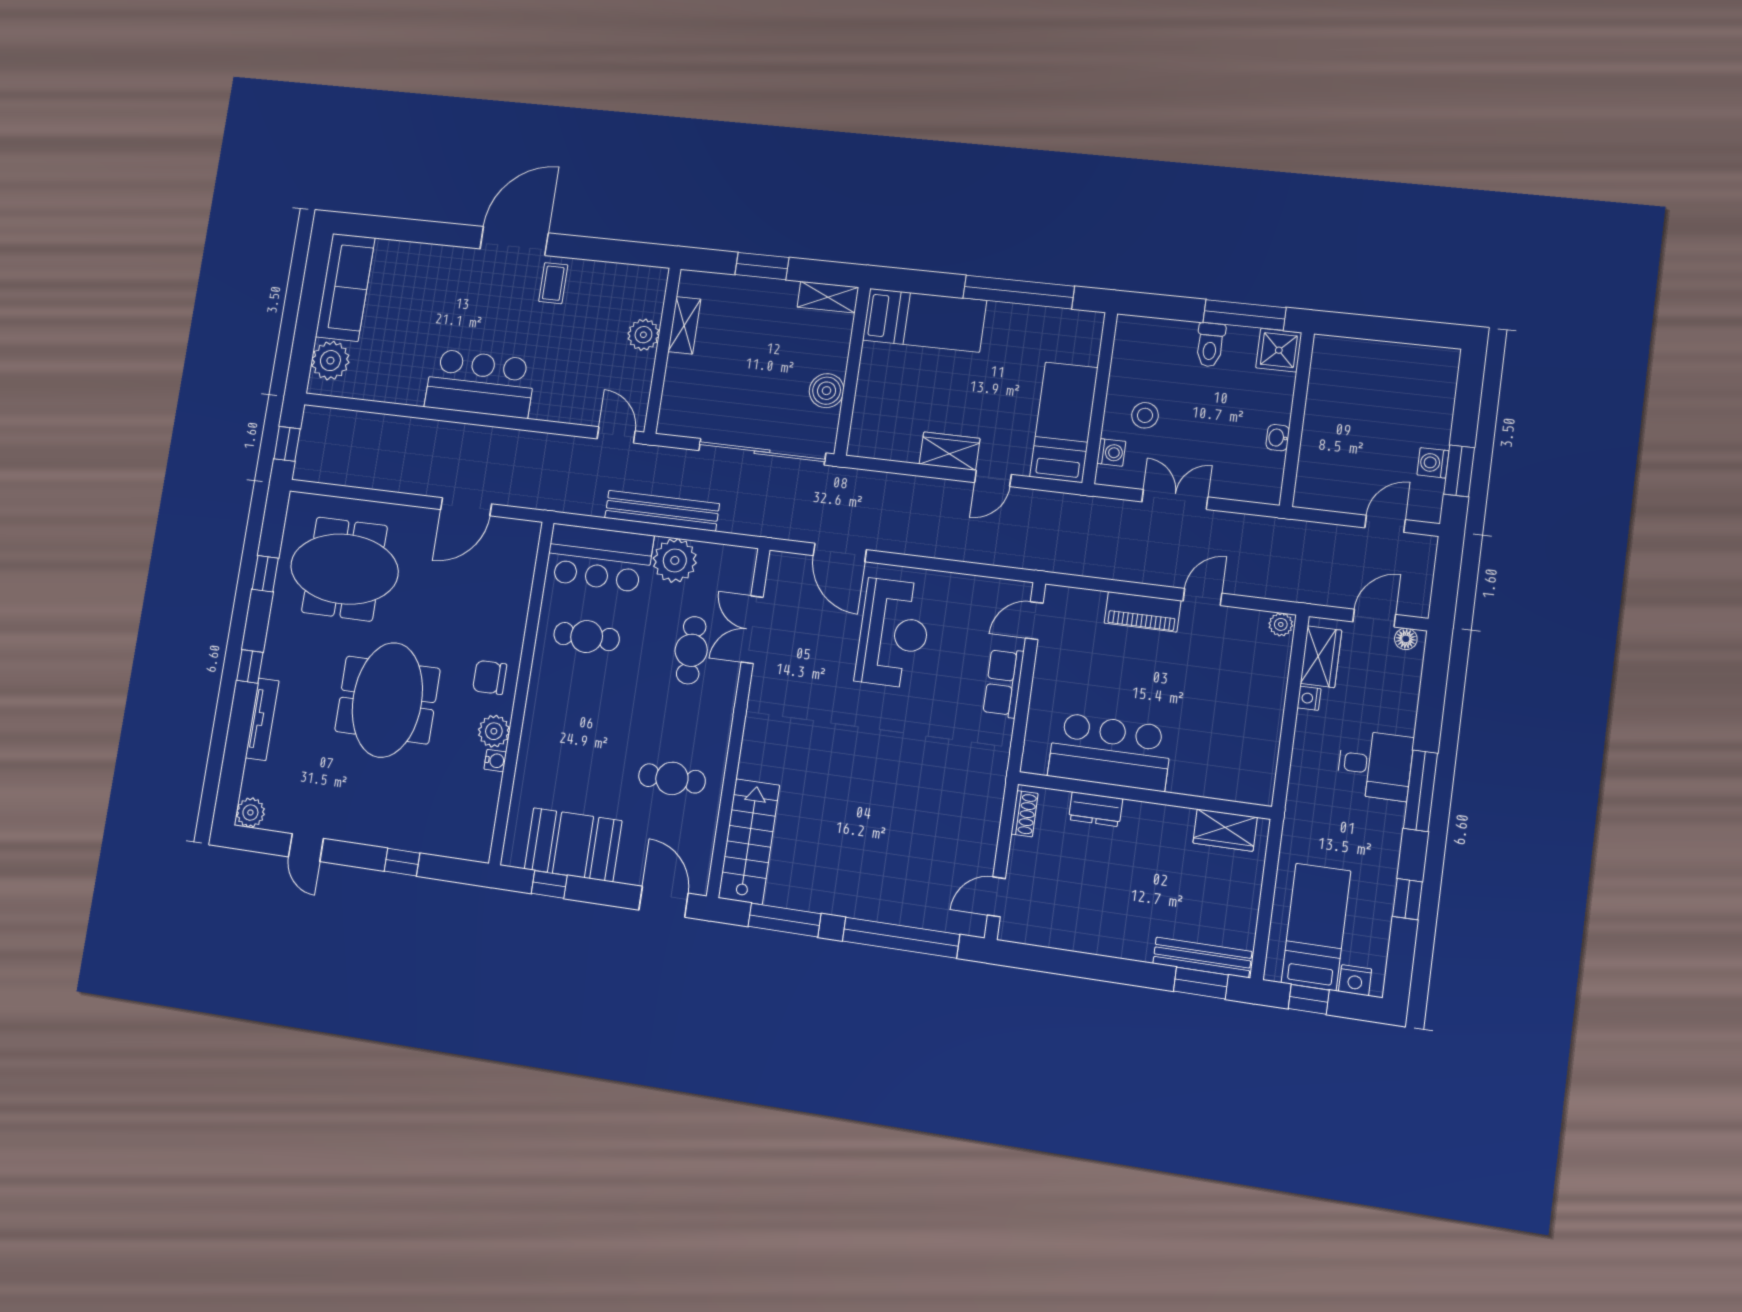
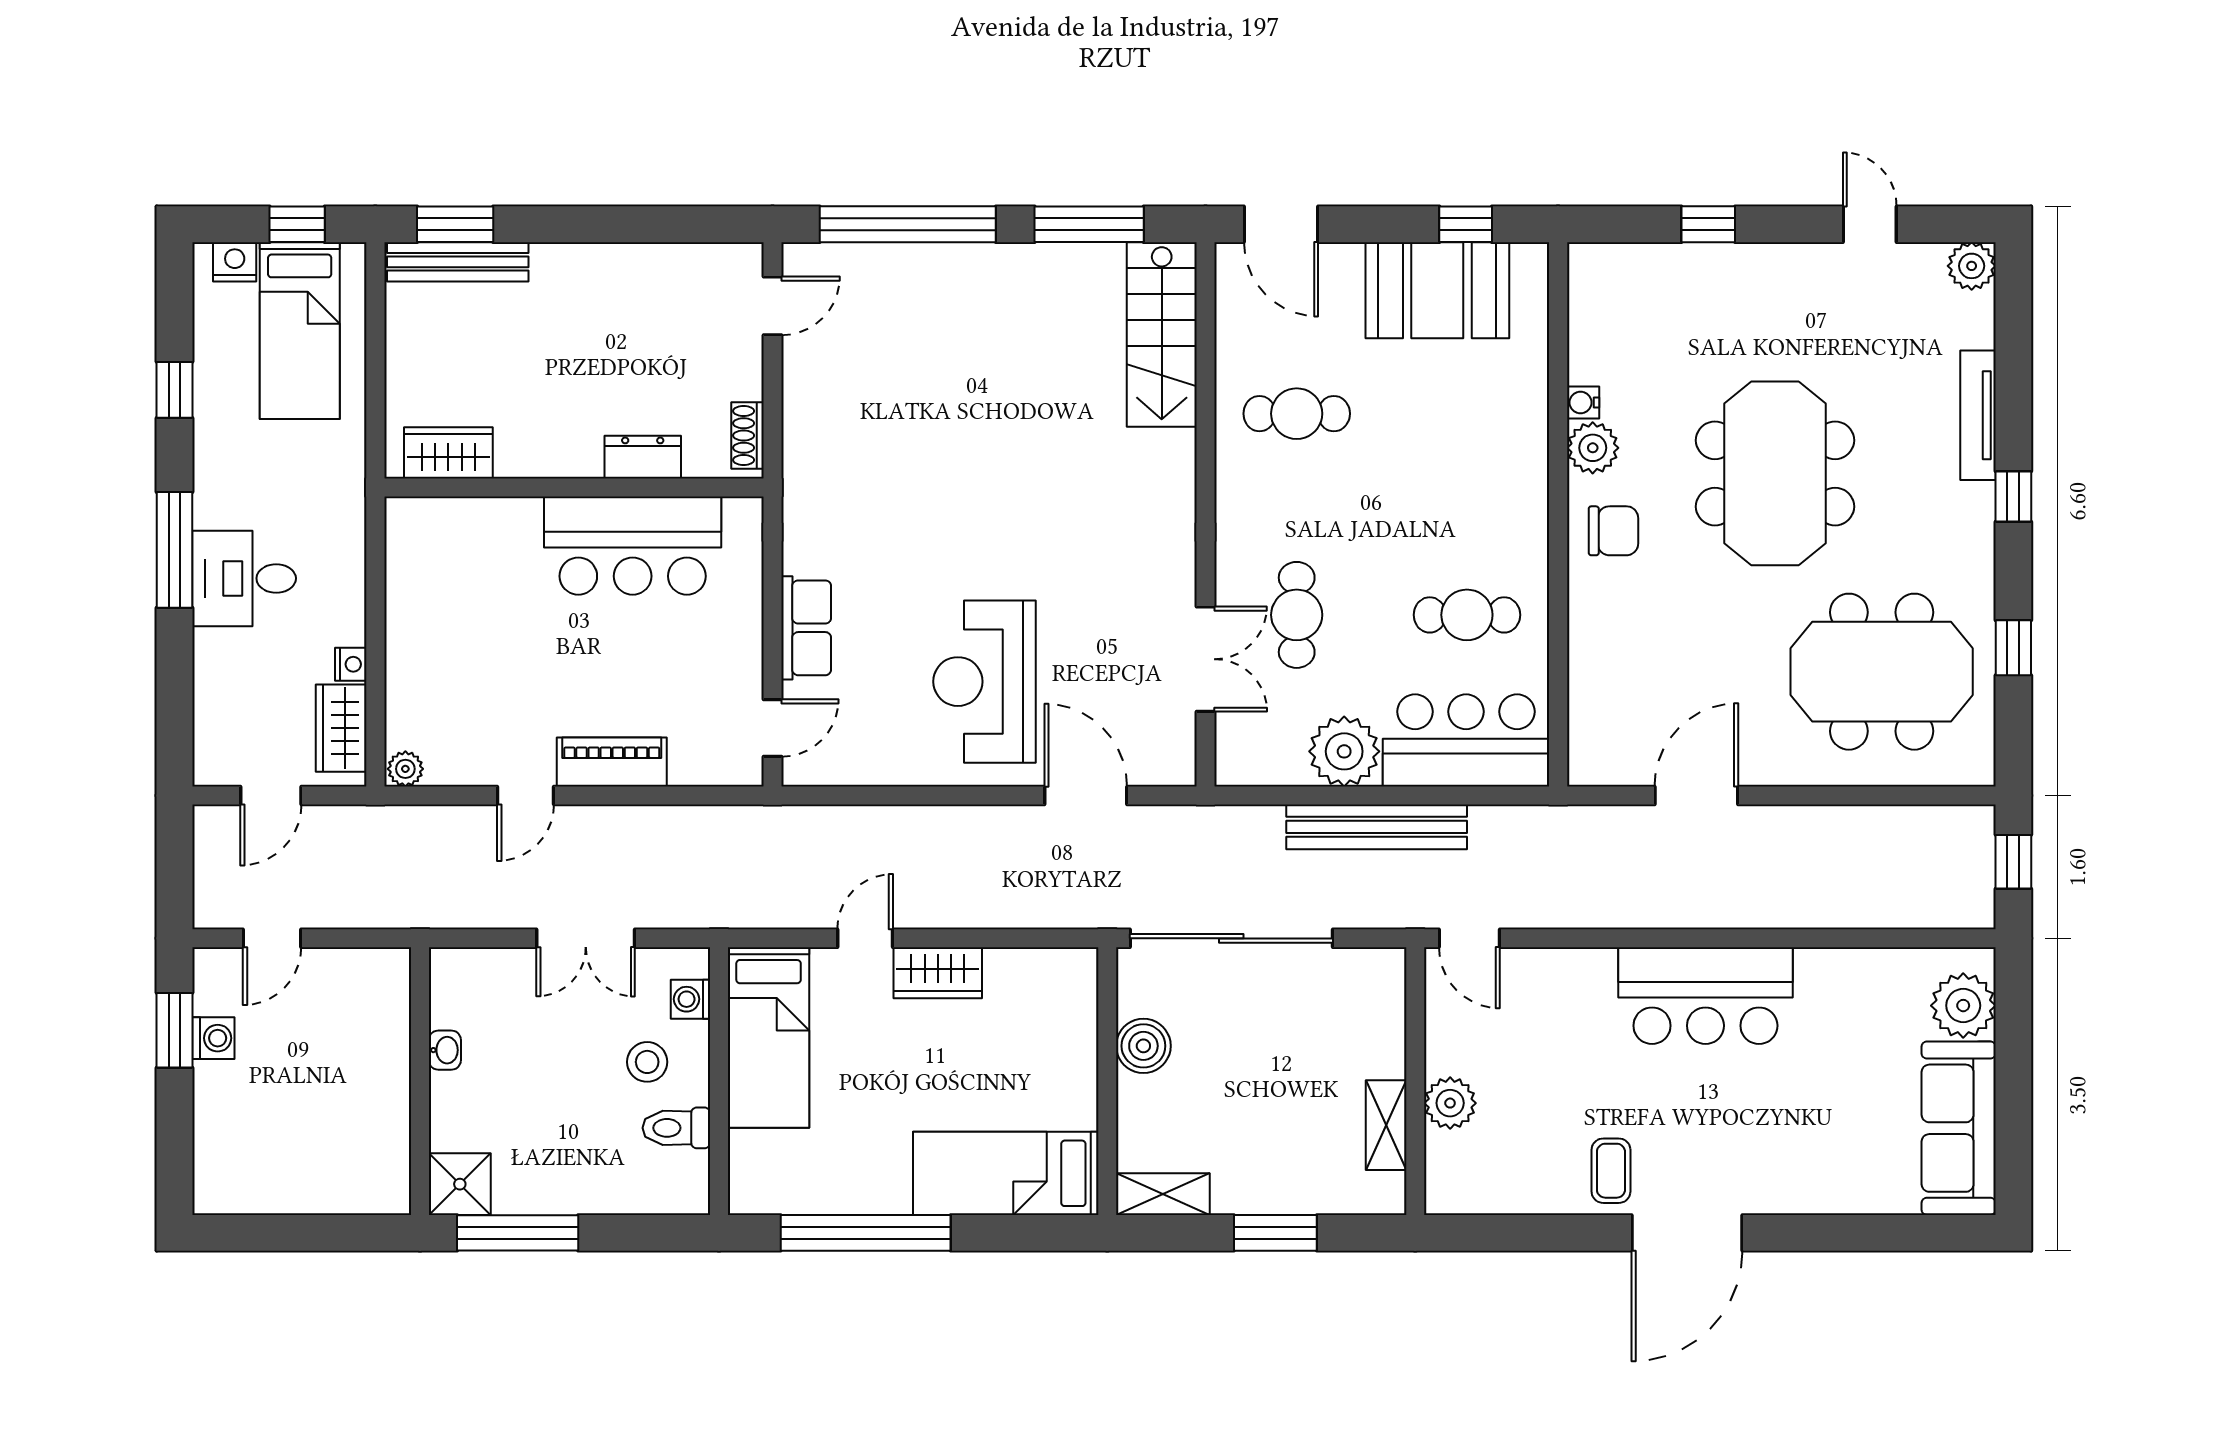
toilet: (1210, 345) -> (676, 1128), moved, turned -90
floor lamp: (1406, 639) -> (222, 770), removed

